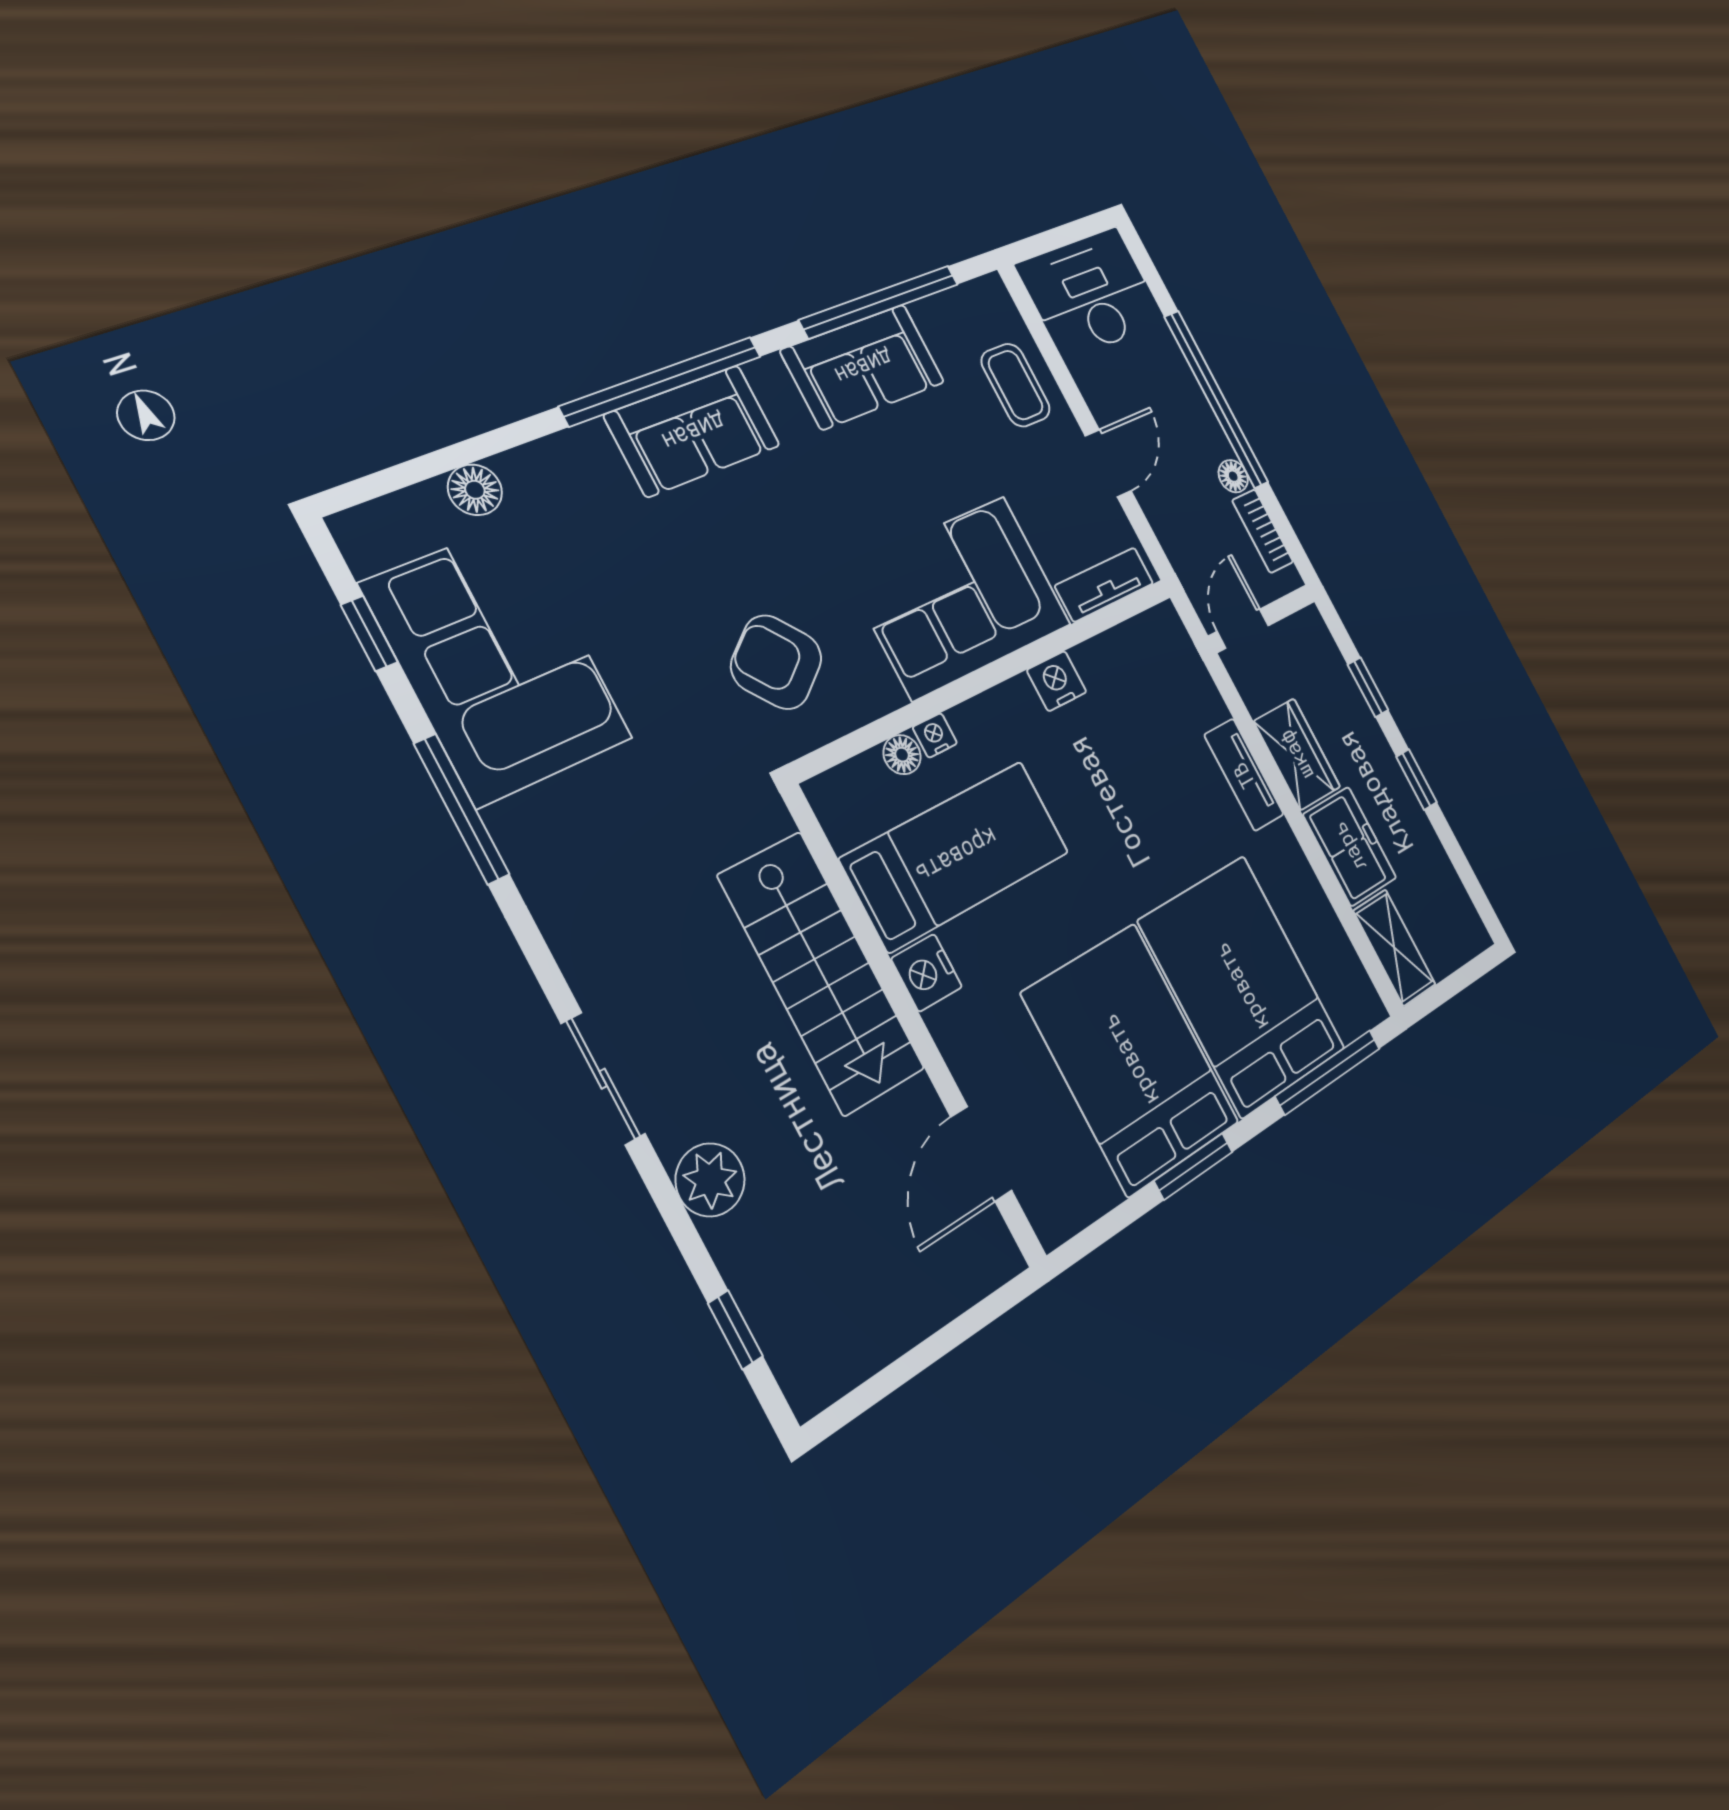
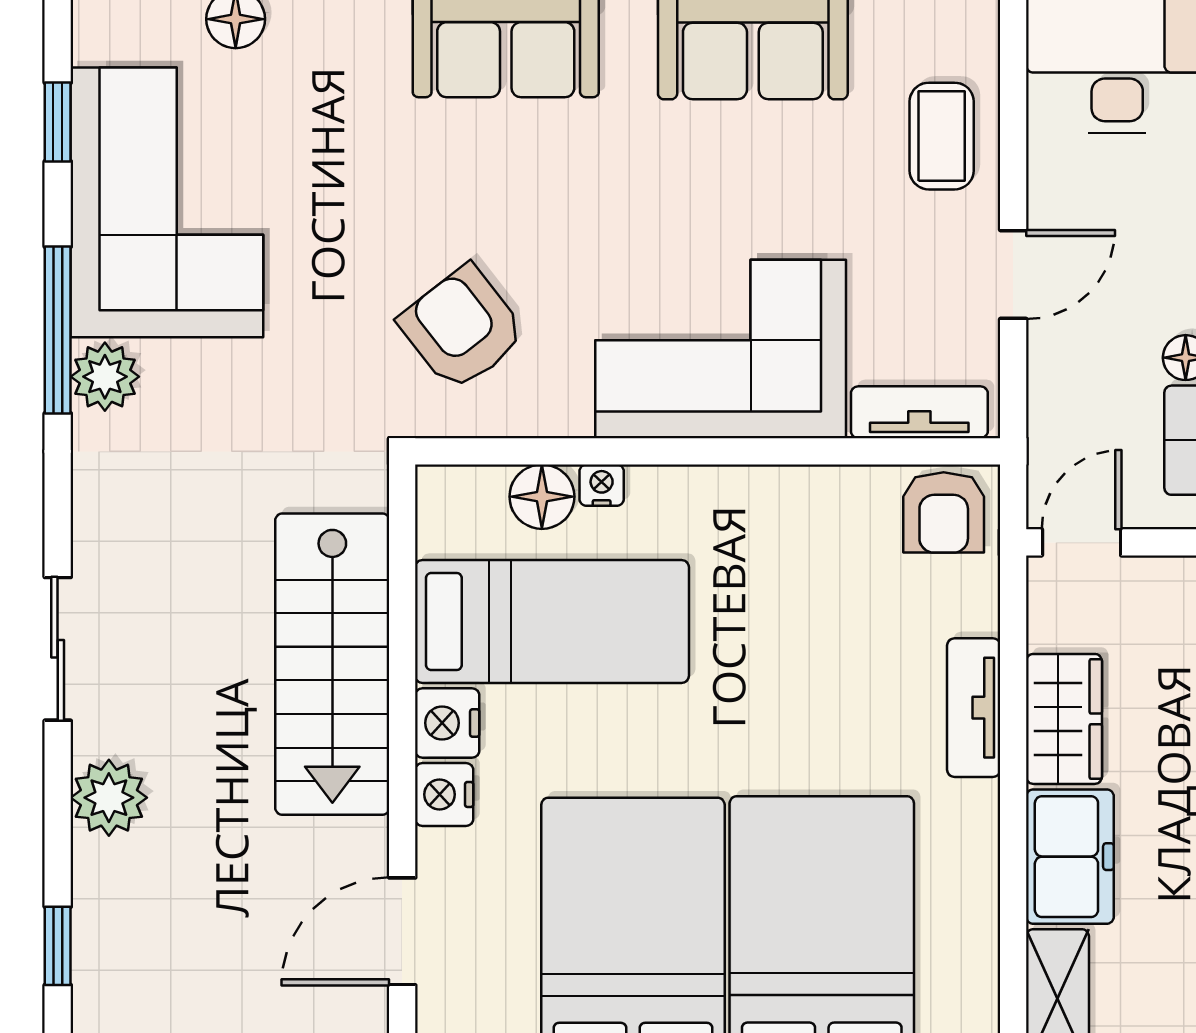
armchair: (1155, 648) -> (944, 512), added
nightstand: (1057, 681) -> (444, 794), moved, turned -90
floor lamp: (902, 755) -> (542, 497), width x1.37, depth x1.37
plant: (522, 830) -> (105, 377), added

